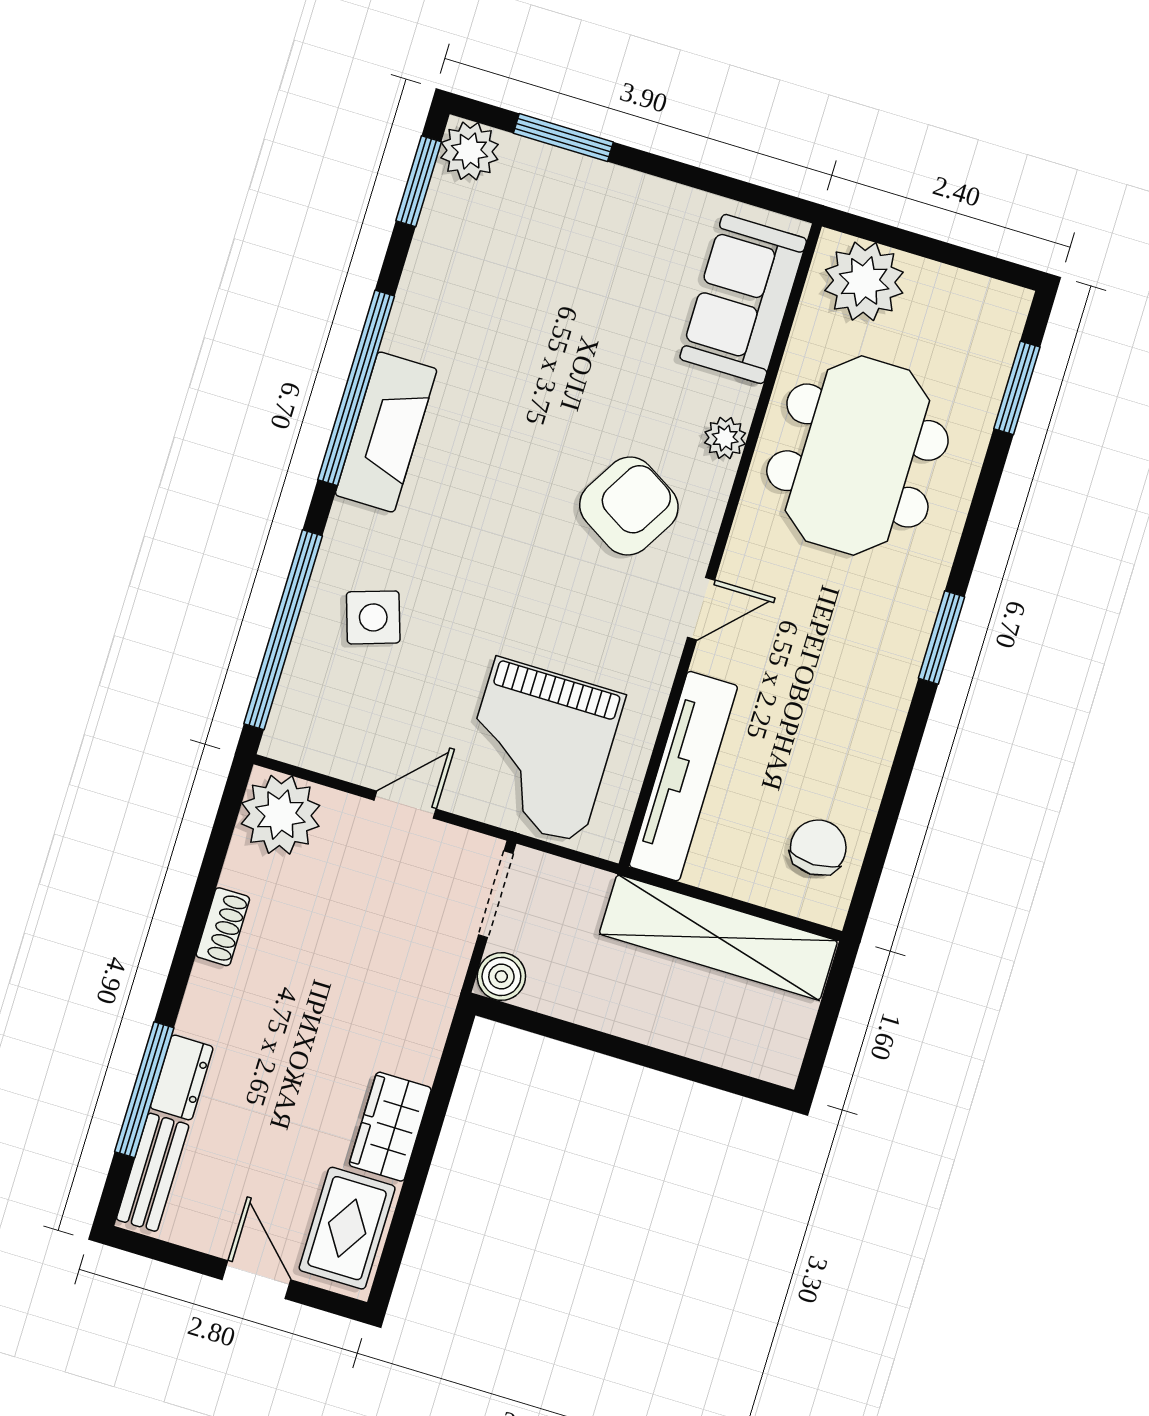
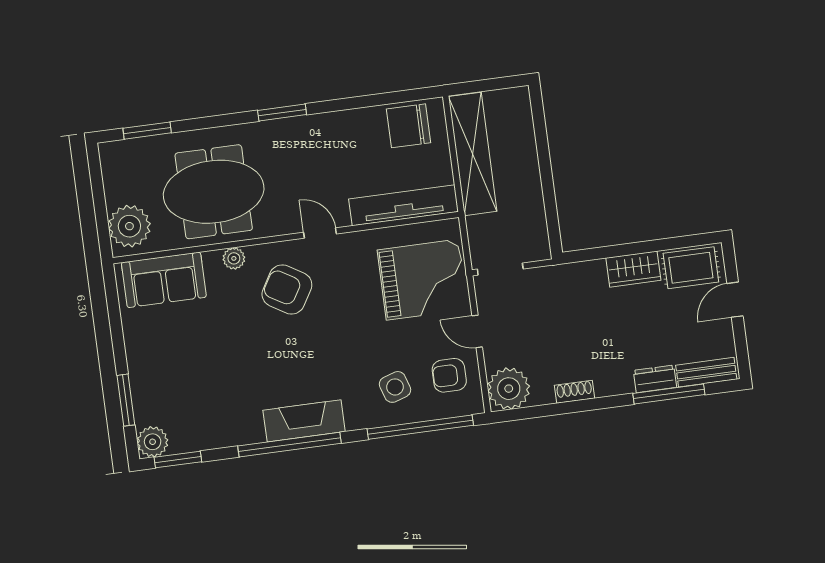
armchair: (351, 721) -> (449, 375), added
chair: (818, 848) -> (408, 126), width x1.37, depth x1.37
boiler: (501, 977) -> (538, 249), removed

